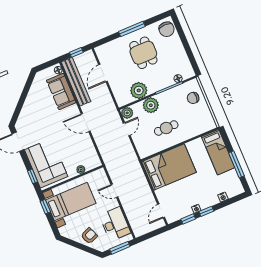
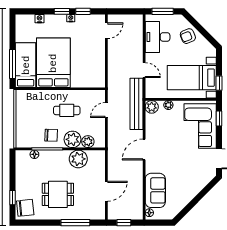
window: (132, 29) -> (75, 223), moved
chair: (167, 29) -> (25, 208), turned 84
window: (181, 34) -> (13, 198), added
dining table: (143, 53) -> (58, 194), turned 90
bench: (76, 82) -> (136, 104), moved
chair: (193, 98) -> (51, 135), moved
plant: (127, 113) -> (88, 142), moved
door: (86, 123) -> (144, 149), swing flipped
door: (127, 129) -> (106, 110), moved
plant: (95, 162) -> (152, 107), added
window: (236, 164) -> (13, 64), moved
bed: (169, 167) -> (53, 63), moved, turned 90

